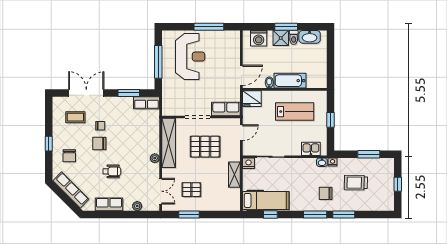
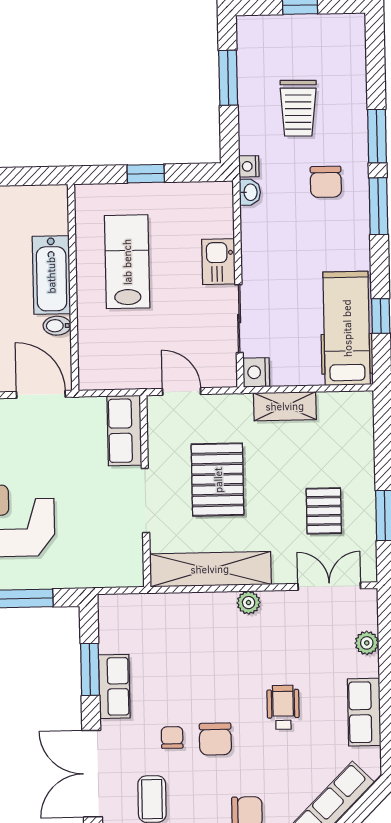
fridge: (252, 99) -> (97, 368), removed
row of seats: (146, 103) -> (114, 686), moved
kitchen sink: (311, 149) -> (218, 262), moved

